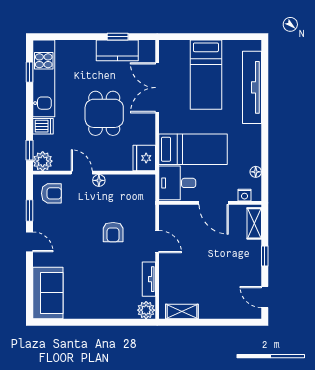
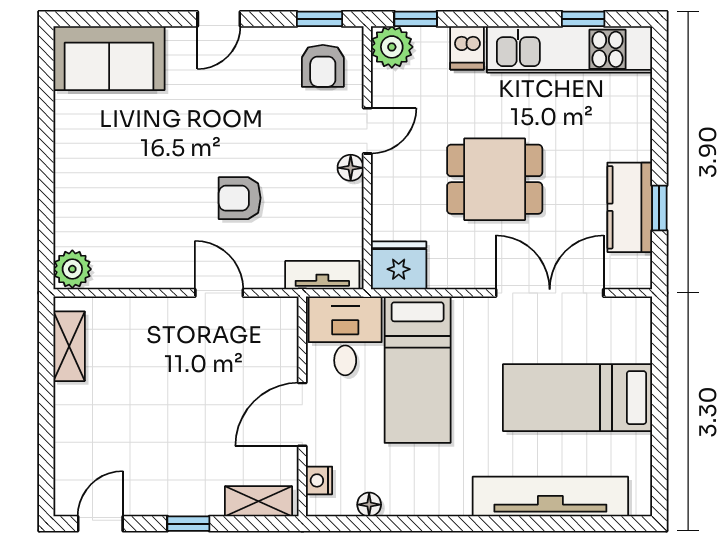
window: (30, 211) -> (320, 19), moved
door: (157, 242) -> (219, 293), swing flipped
tv unit: (149, 279) -> (322, 275), moved

